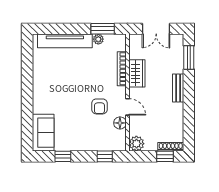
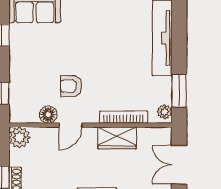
plant: (98, 39) -> (165, 112), moved

